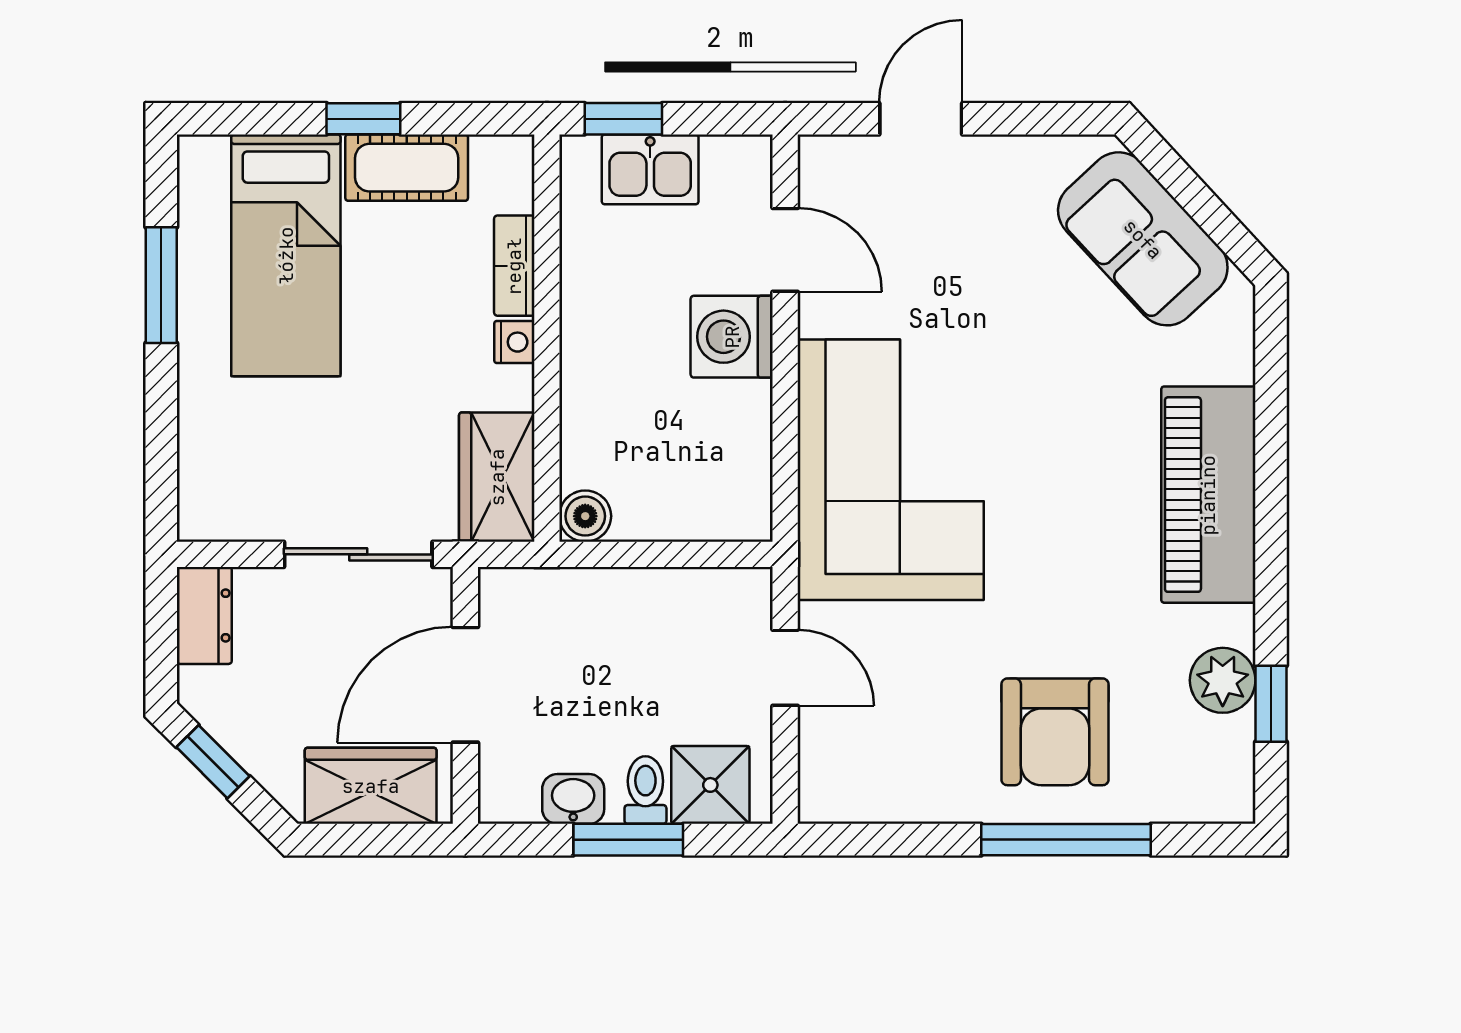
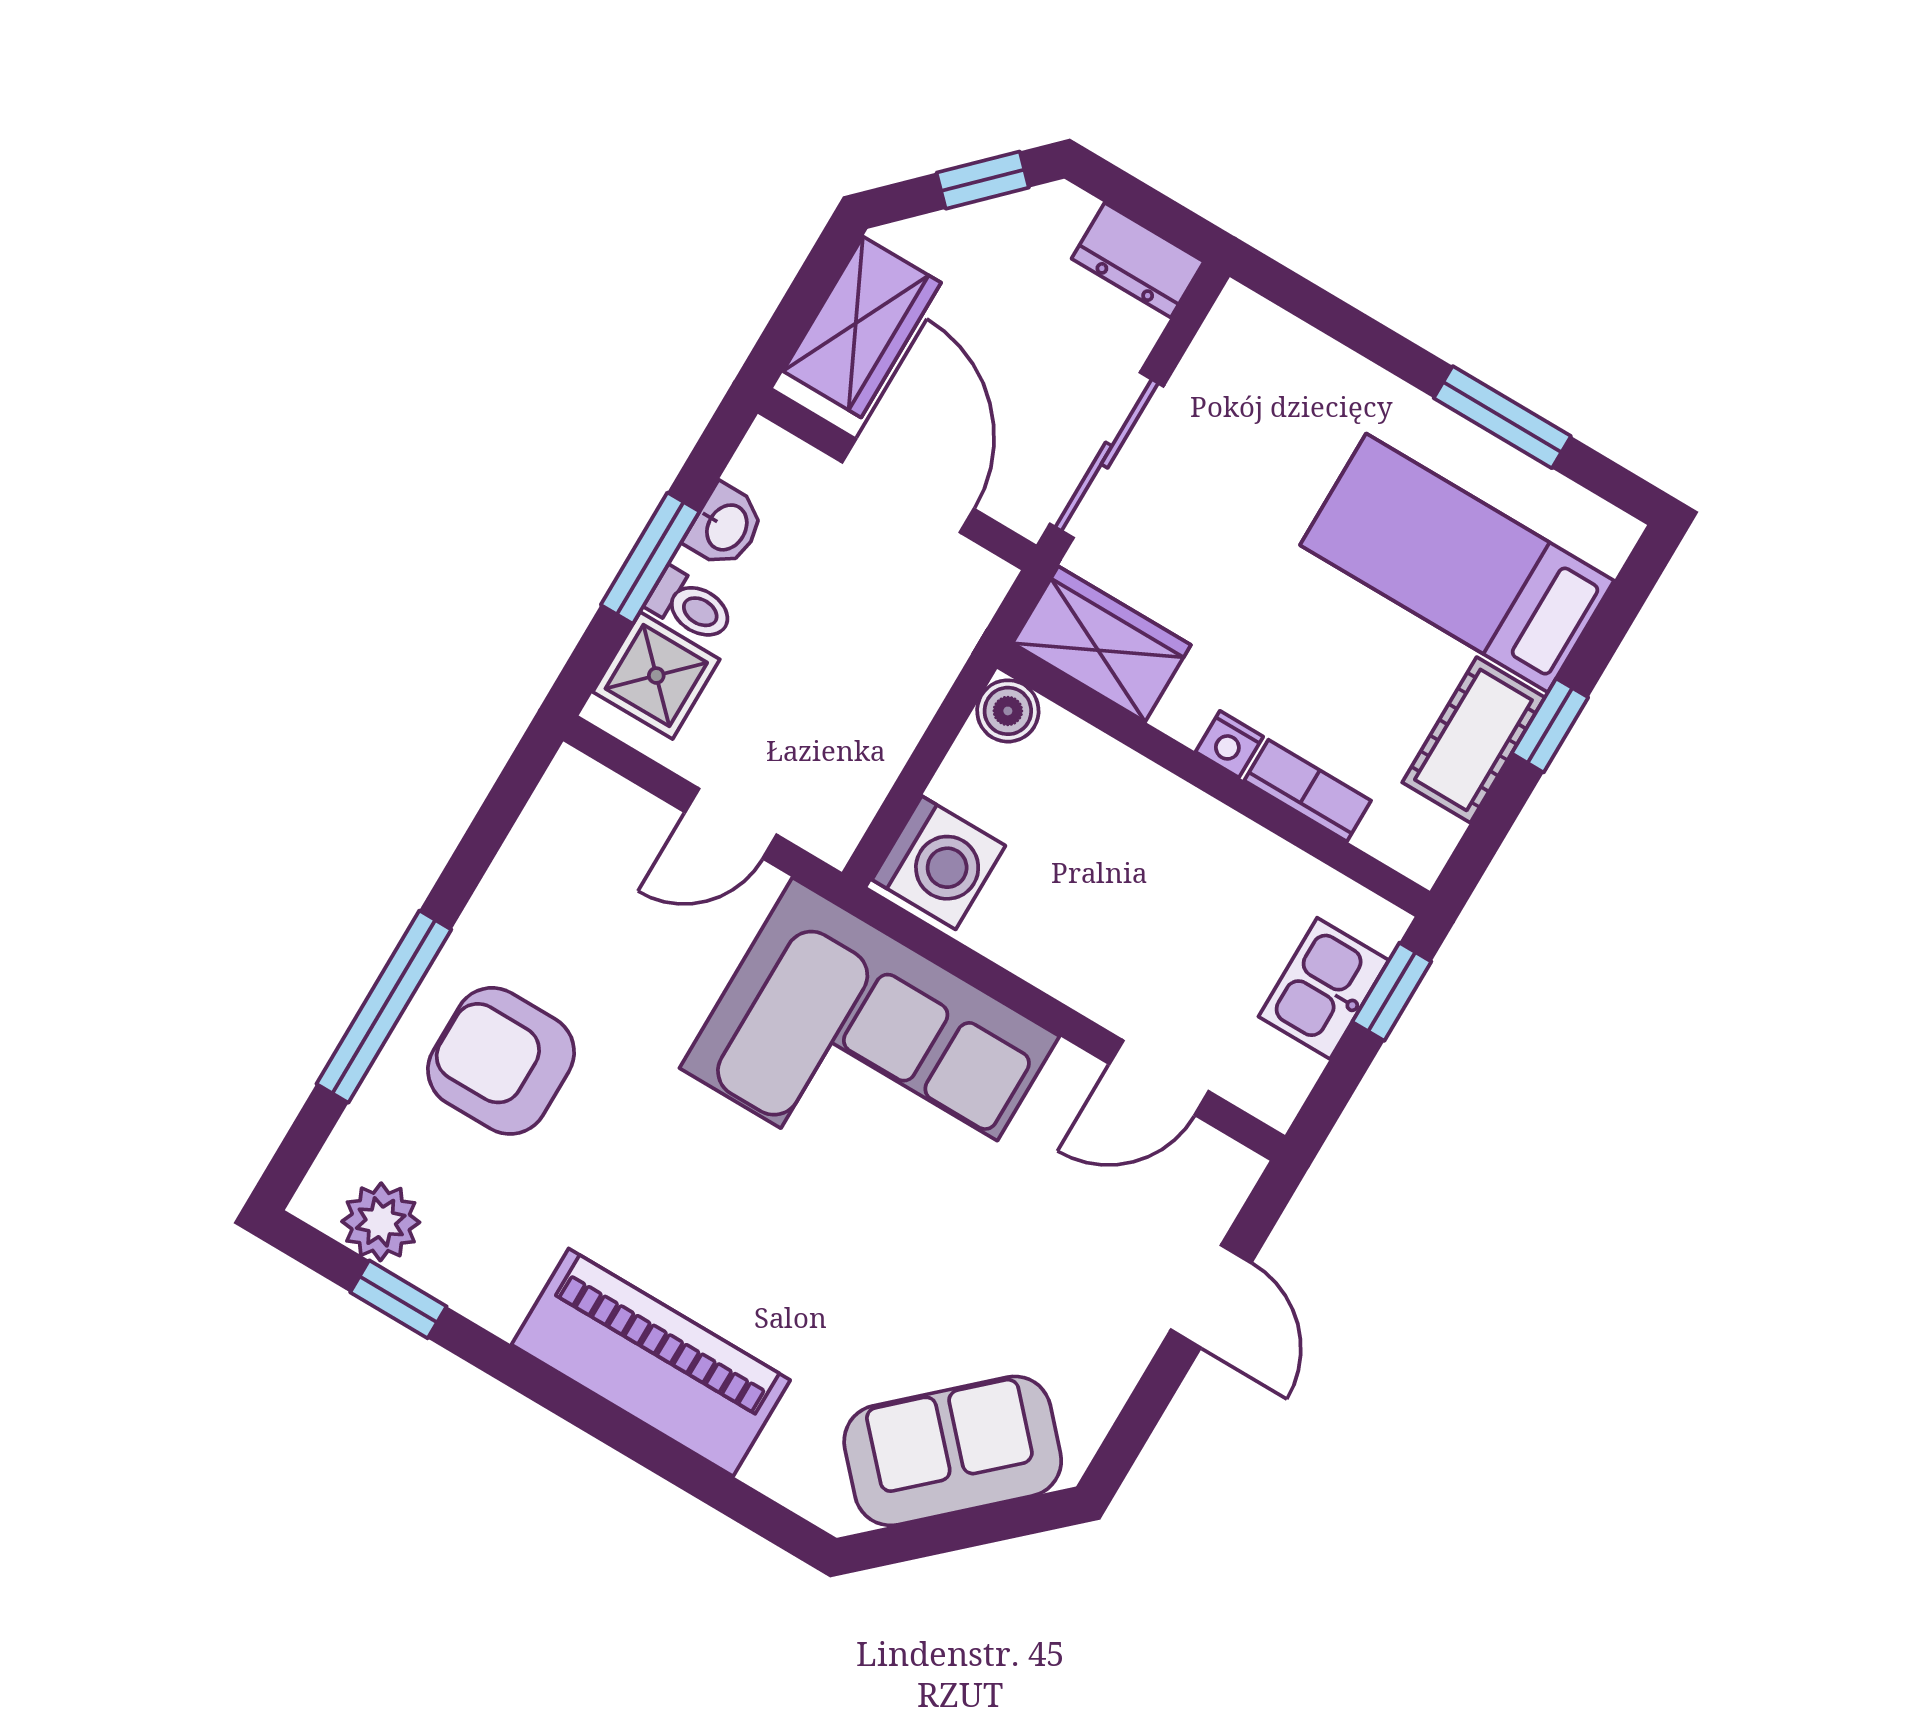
washing machine: (732, 337) -> (939, 863), moved, turned 90
plant: (1223, 680) -> (381, 1222), moved

